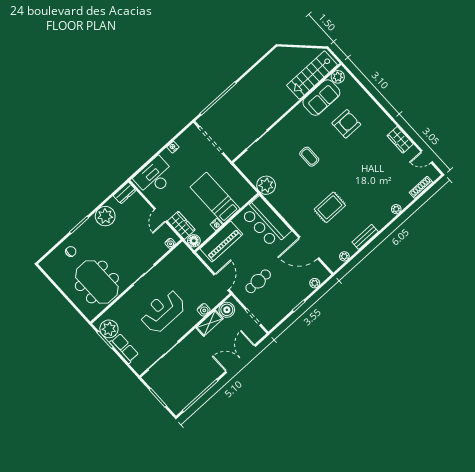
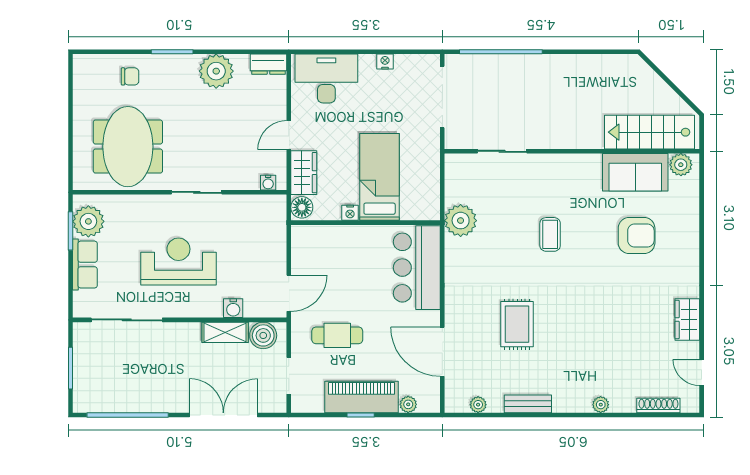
rug: (330, 207) -> (517, 324), turned 90
piano: (221, 241) -> (362, 397), moved, turned 180

